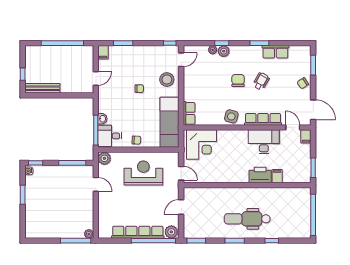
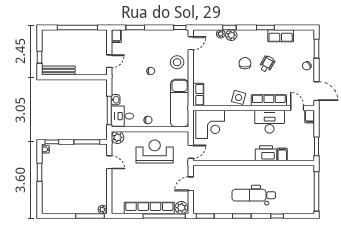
door: (181, 173) -> (191, 152), hinge flipped

